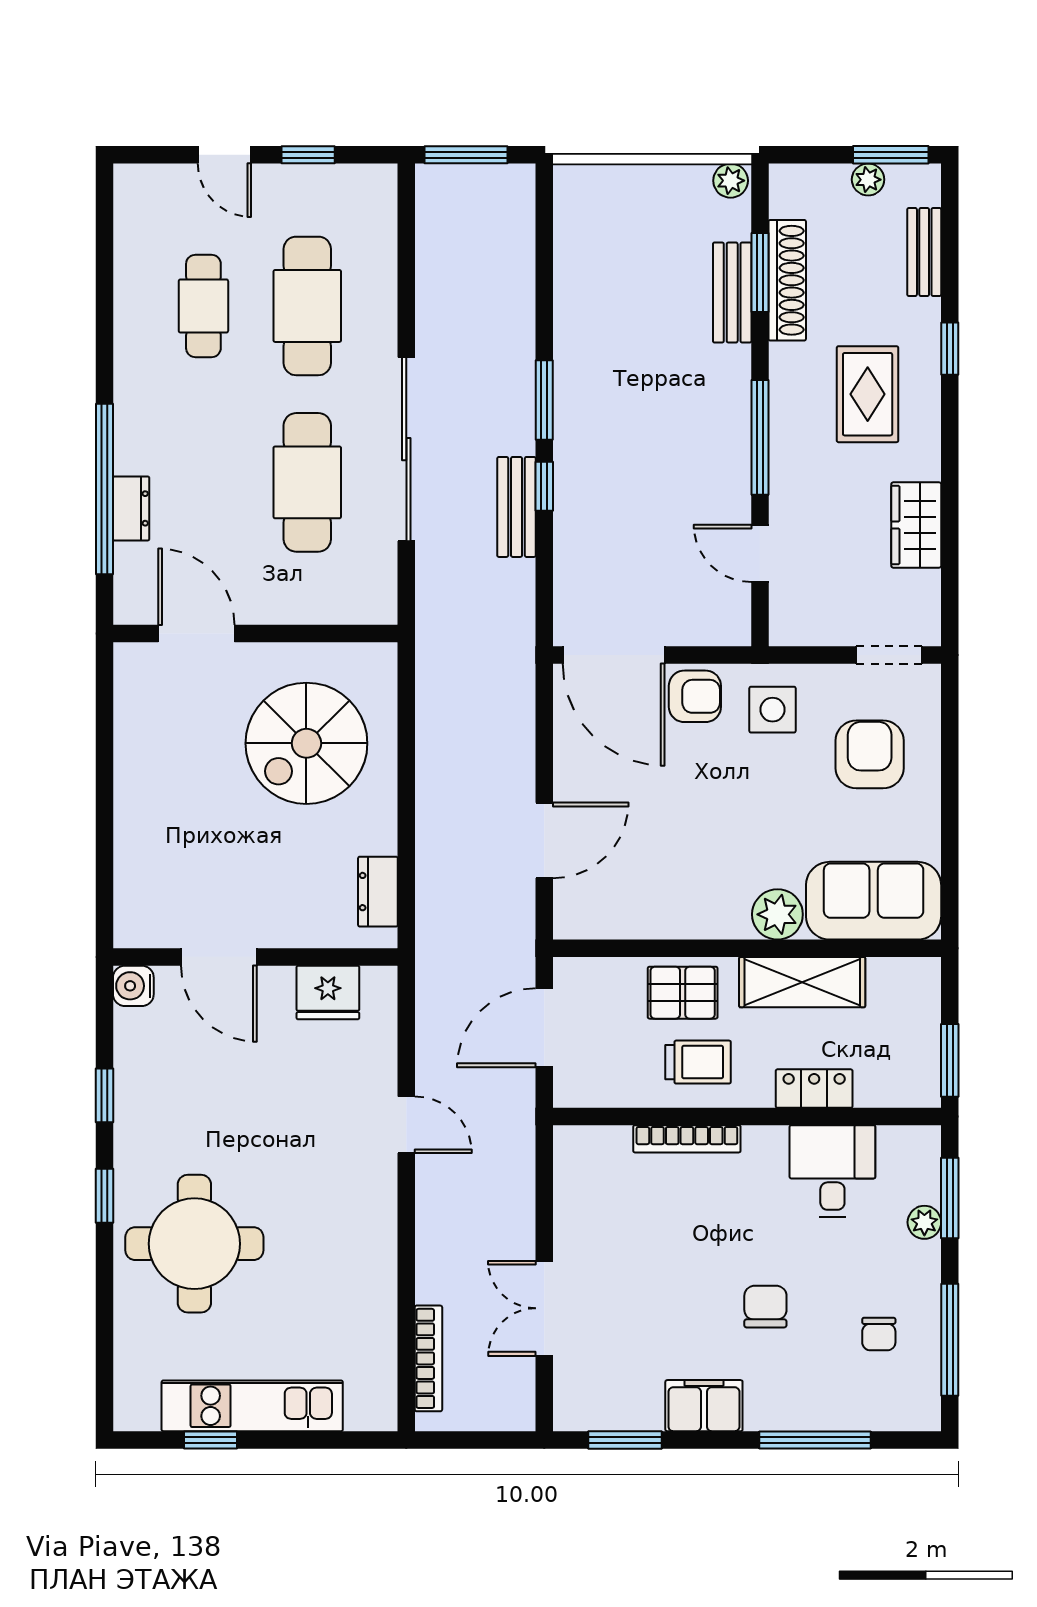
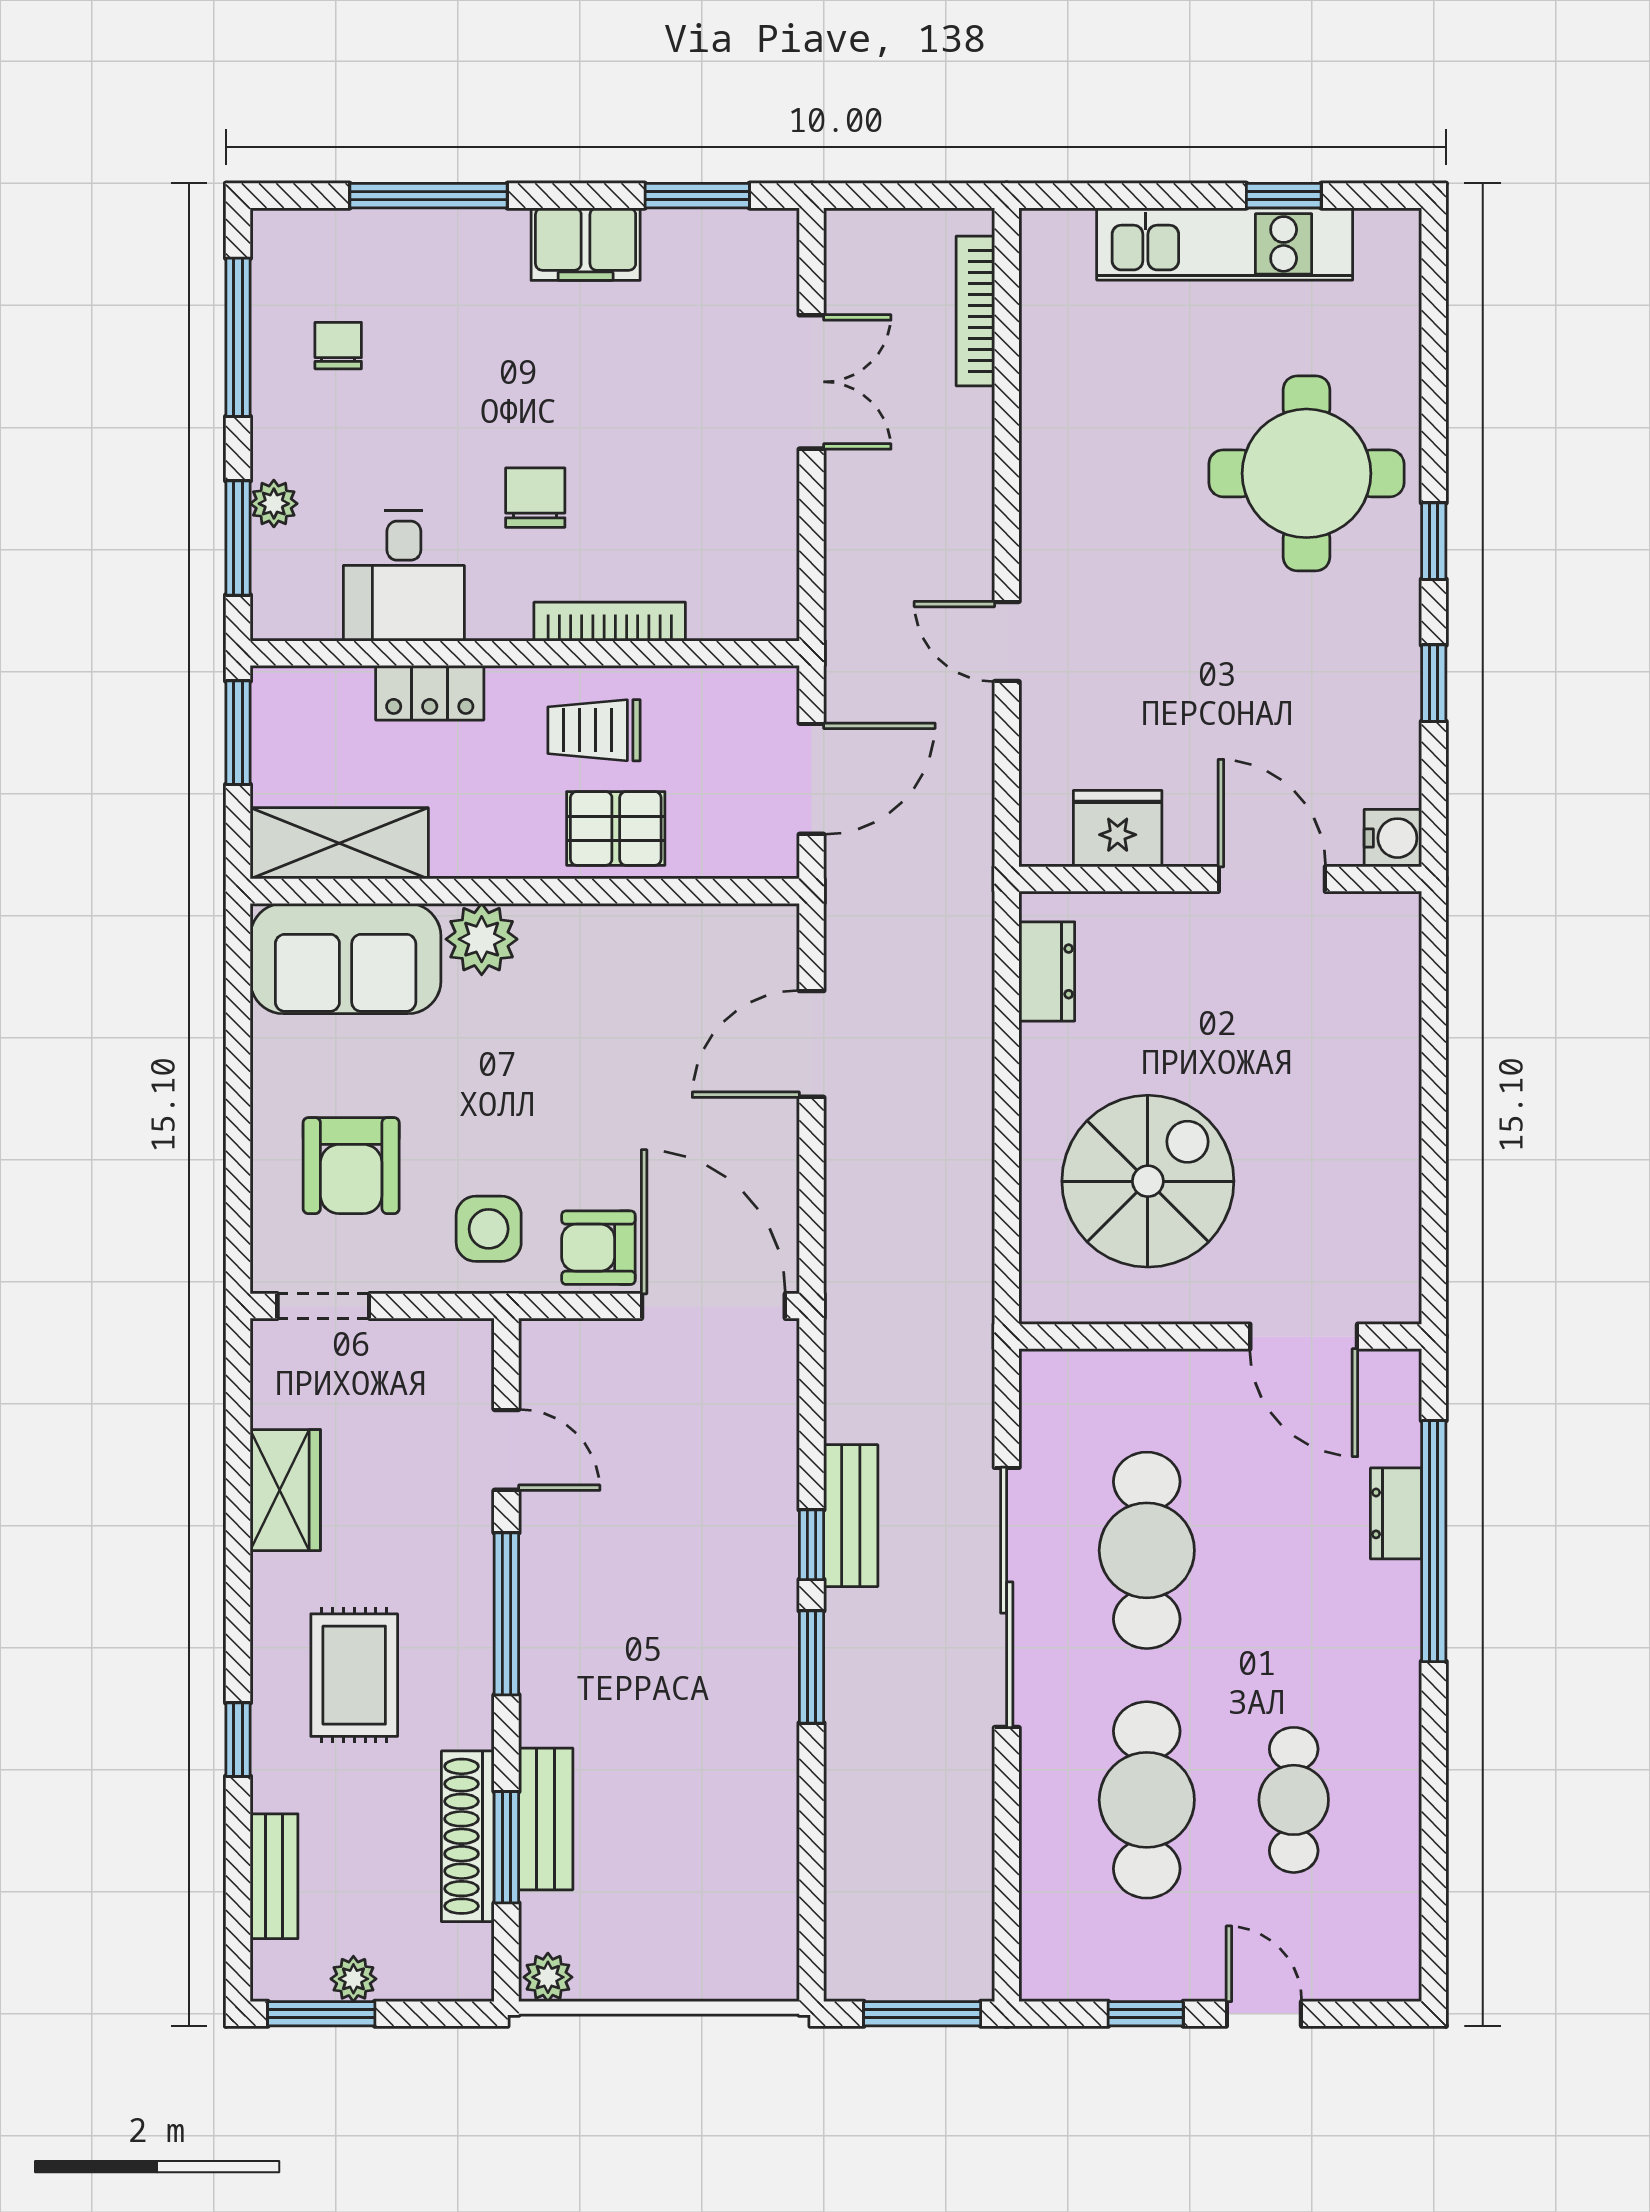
shelving: (802, 982) -> (339, 843), moved
chair: (765, 1307) -> (535, 498), moved, turned 180

